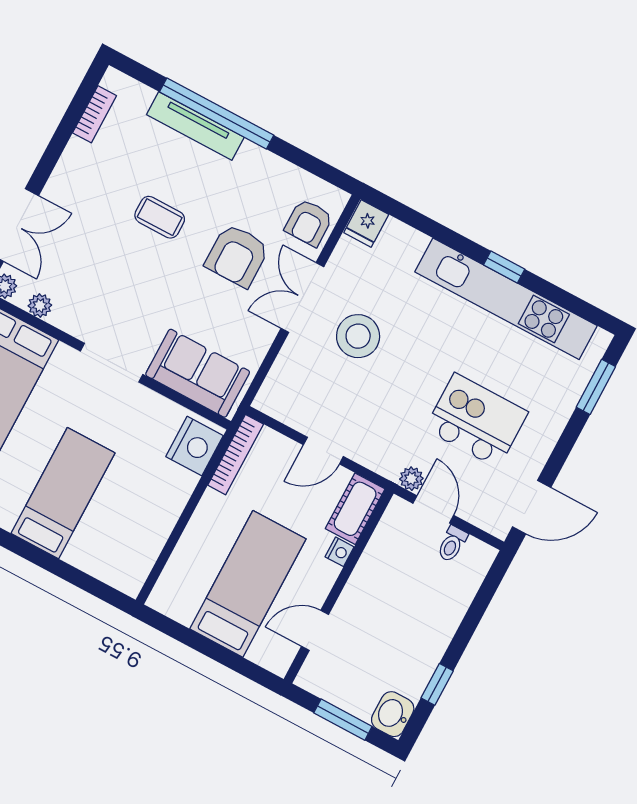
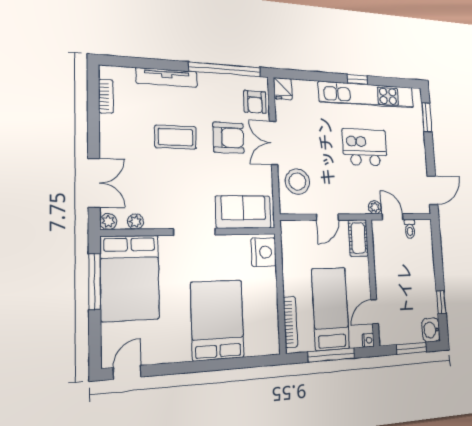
window: (217, 114) -> (225, 69), moved
coffee table: (160, 217) -> (176, 137), width x1.36, depth x1.30
armchair: (237, 256) -> (228, 138), turned -90
stool: (358, 336) -> (297, 182), moved
kitchen island: (476, 421) -> (365, 147), moved
bookcase: (236, 455) -> (290, 322), moved
bed: (63, 493) -> (217, 320), width x1.50
nightstand: (340, 552) -> (368, 340), moved
window: (210, 649) -> (331, 355), added

